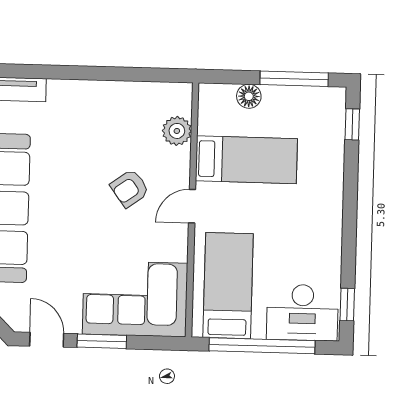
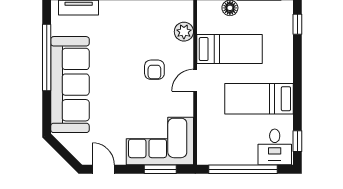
armchair: (130, 188) -> (154, 70), turned -54
bed: (228, 286) -> (259, 99), moved, turned -90
desk: (302, 312) -> (275, 147), width x0.73
window: (102, 341) -> (160, 169), moved

